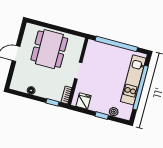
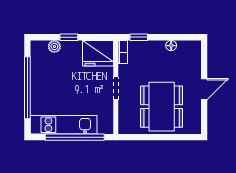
kitchen unit: (133, 80) -> (64, 125), moved, turned -90
fridge: (83, 101) -> (98, 53), width x1.88, depth x1.34

